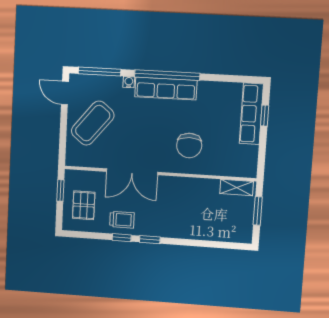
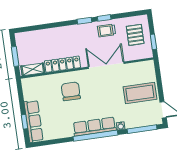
coffee table: (93, 123) -> (140, 93), turned 51
locker: (193, 186) -> (63, 64), added

